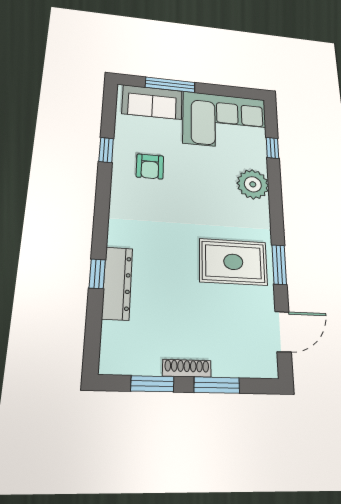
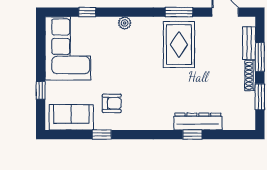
window: (170, 85) -> (41, 90), width x0.46
sofa: (152, 102) -> (71, 117), moved, turned -90
plant: (253, 184) -> (125, 23), width x0.53, depth x0.53
bench: (238, 368) -> (249, 43), added

